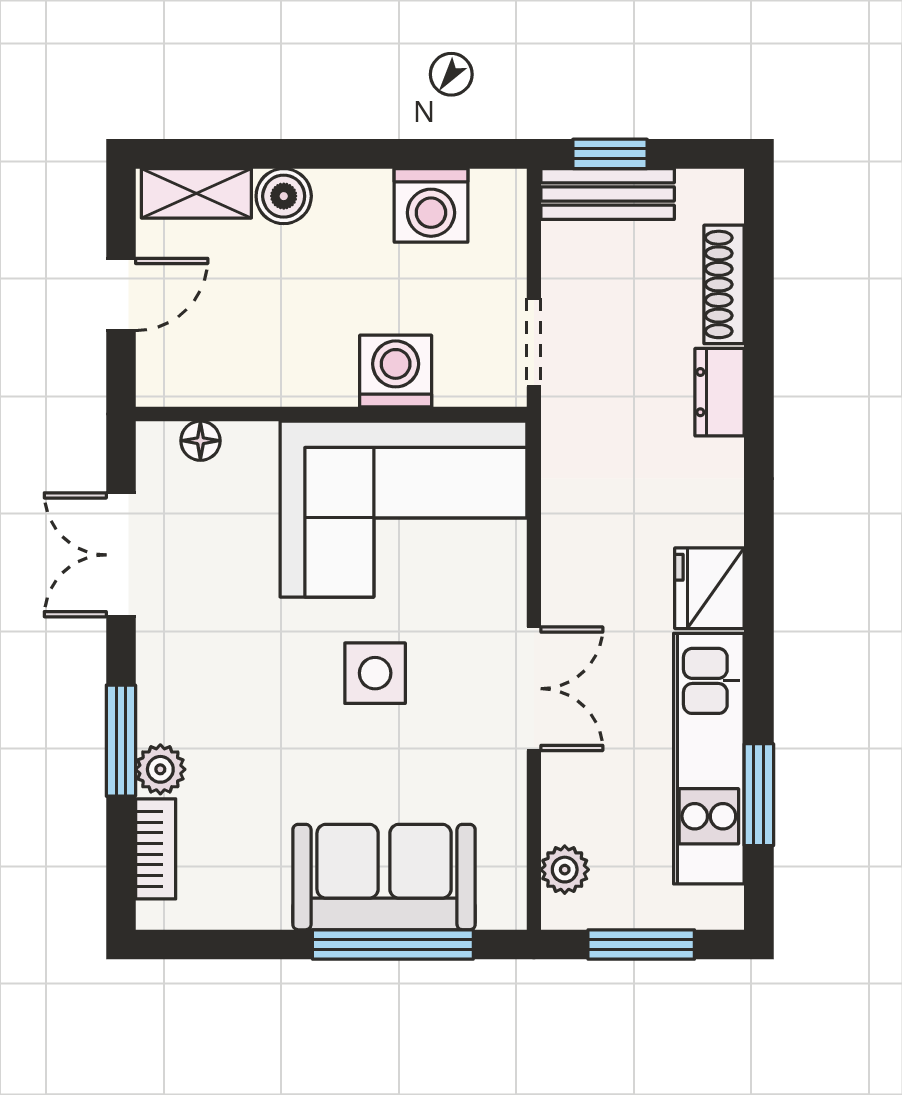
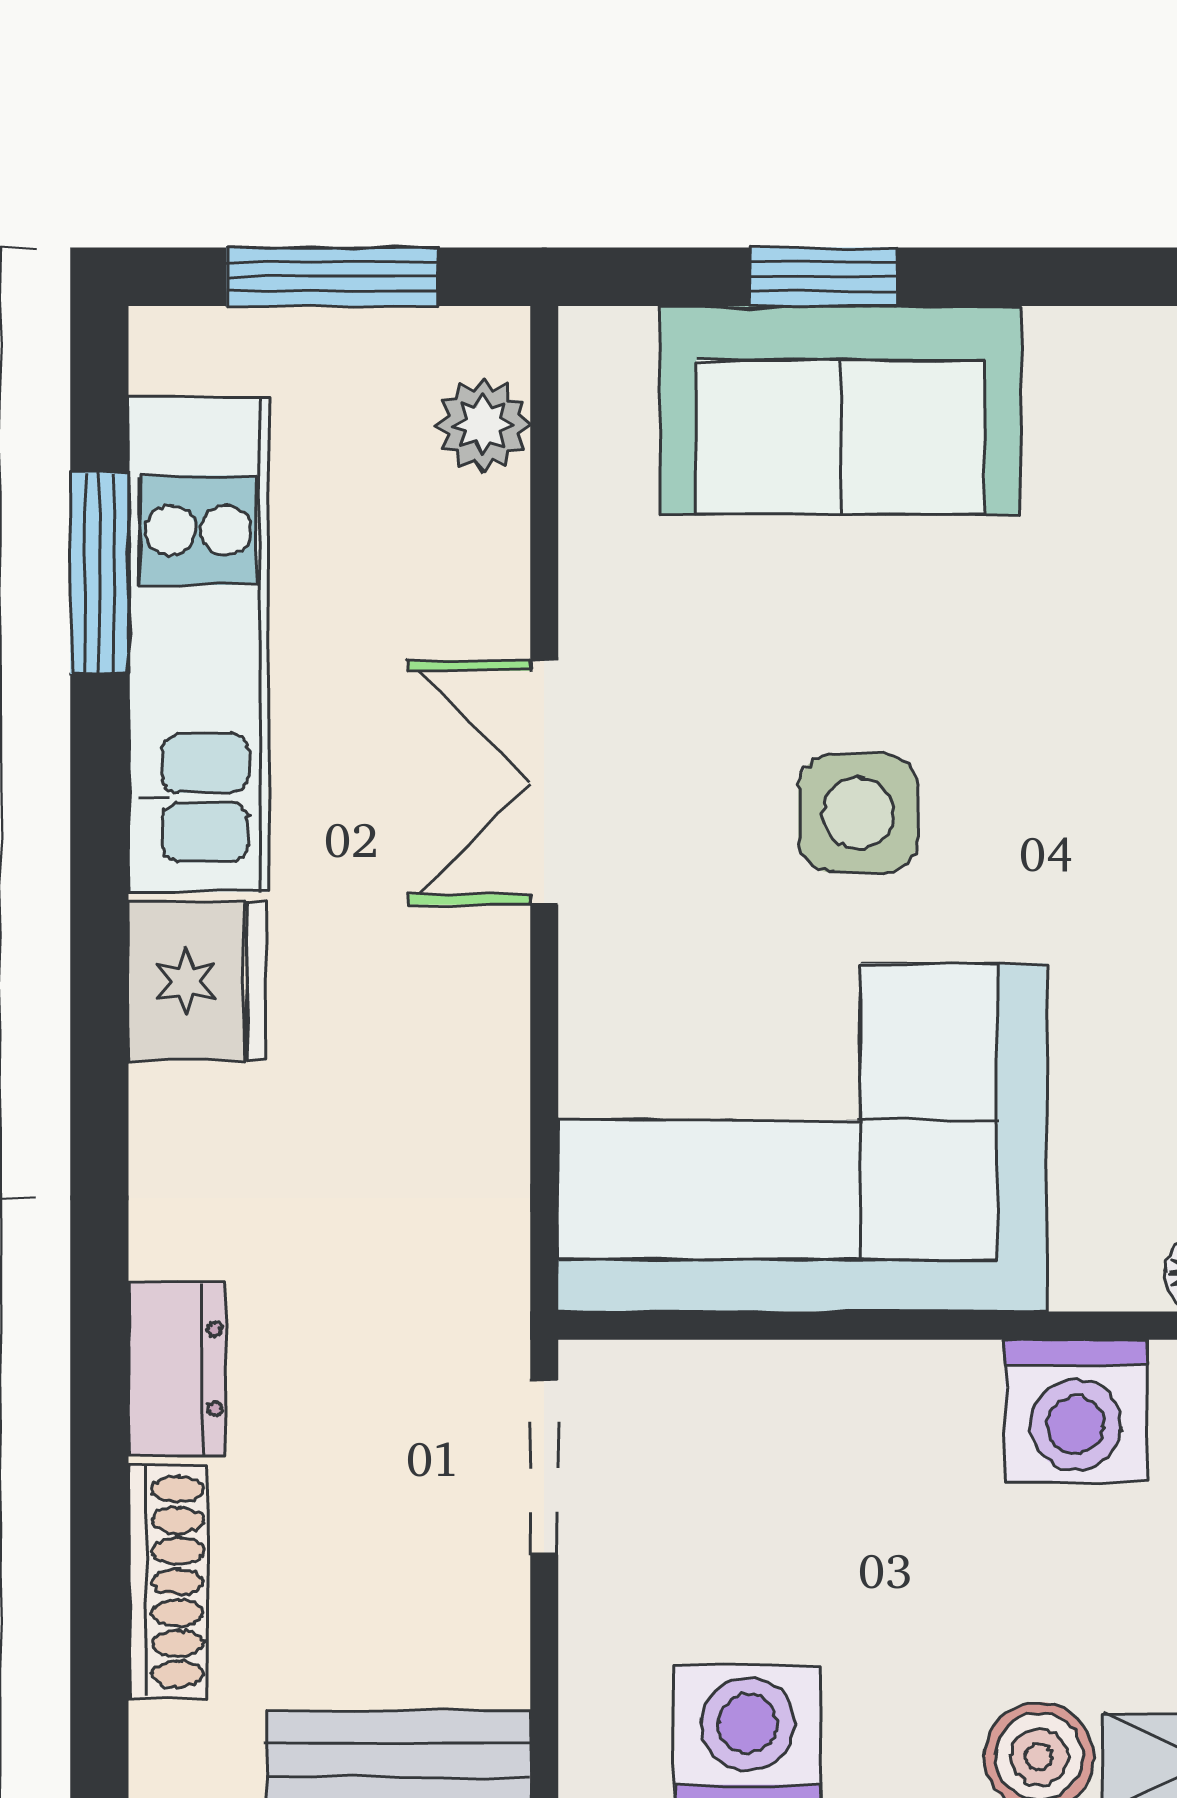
washing machine: (396, 371) -> (1076, 1411), moved
window: (393, 944) -> (823, 277), width x0.46

